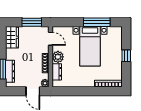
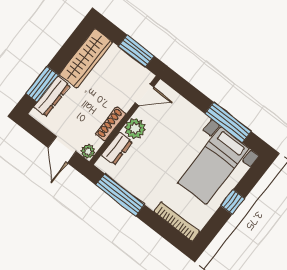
wardrobe: (12, 37) -> (86, 58), width x1.50
door: (50, 39) -> (144, 95), hinge flipped
bed with nightstands: (90, 46) -> (213, 166), moved
window: (74, 91) -> (120, 195), added

